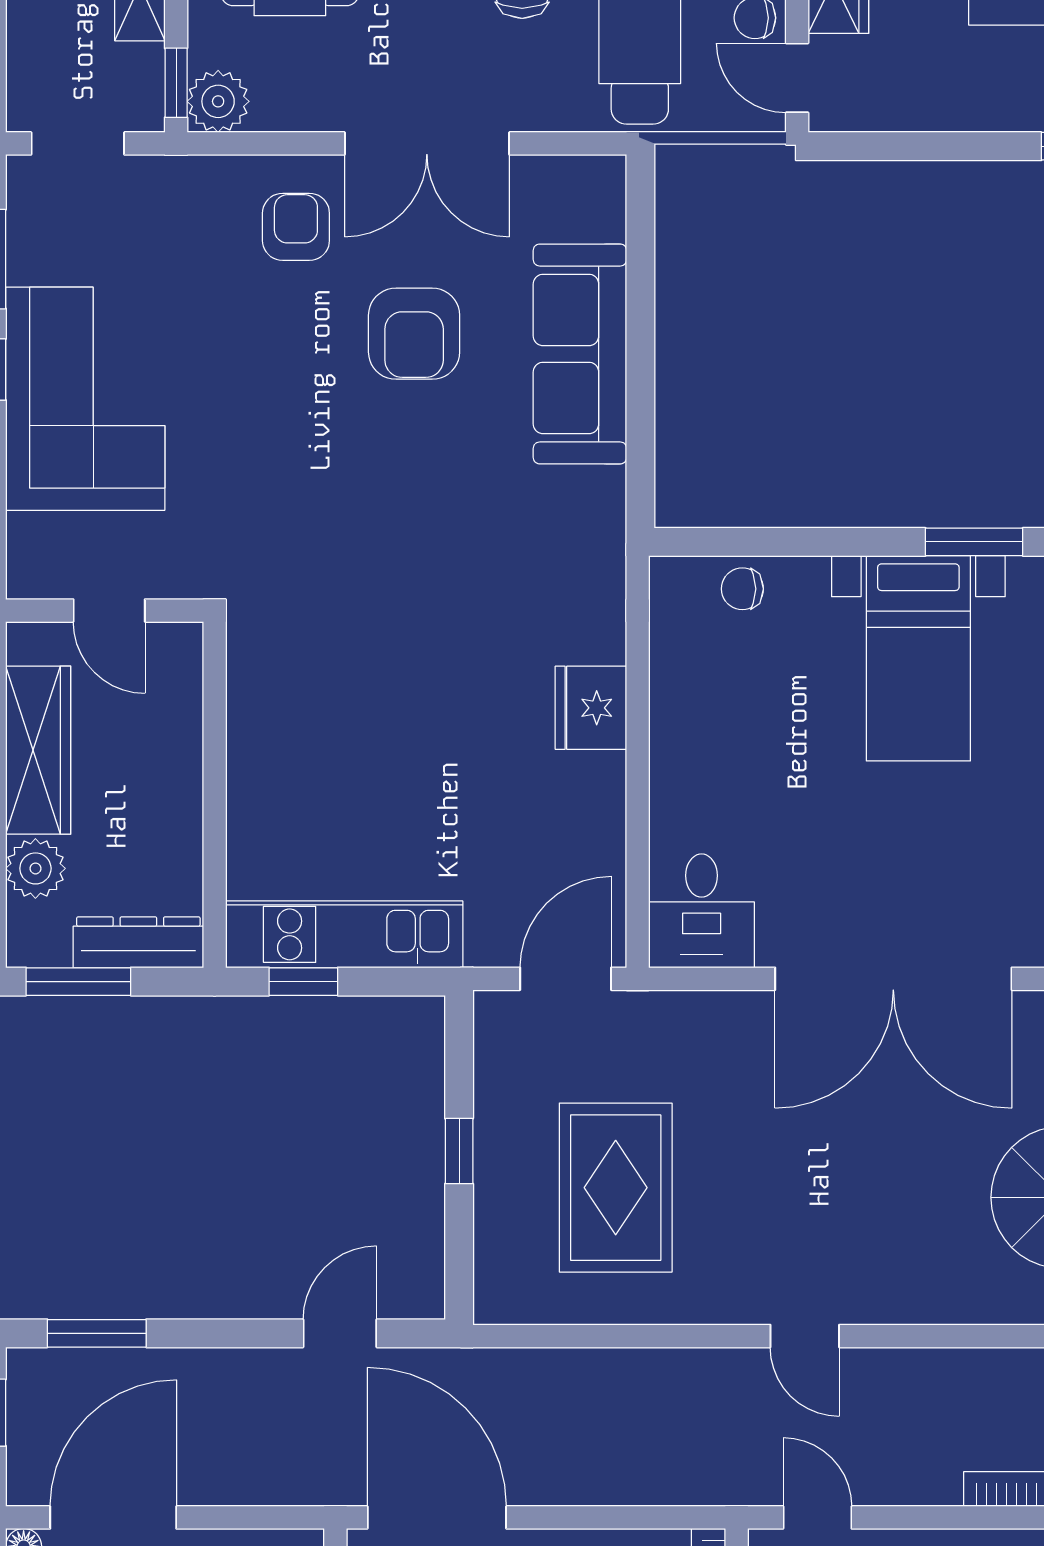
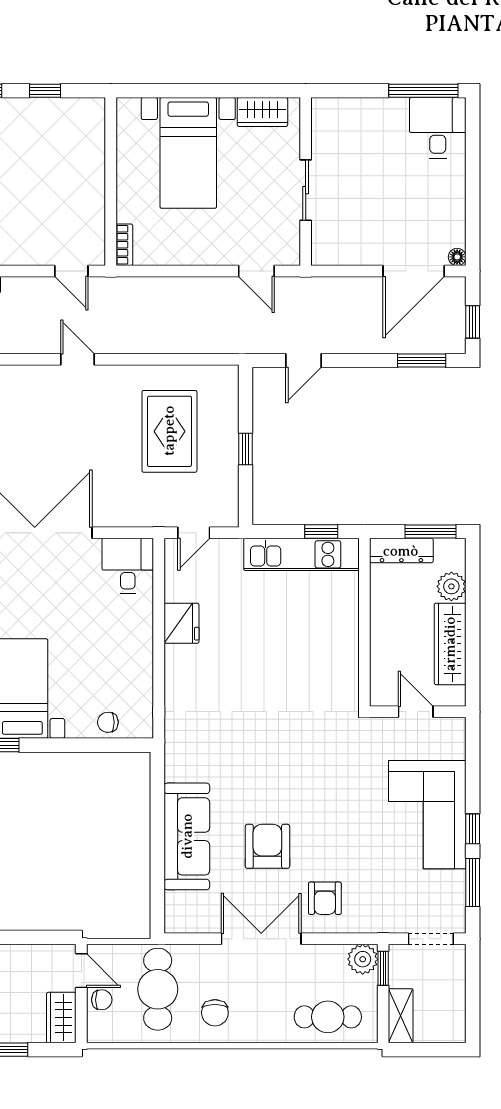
chair: (742, 589) -> (108, 722), turned 180
fridge: (591, 708) -> (181, 623), moved
door: (566, 979) -> (194, 533), width x0.73
door: (437, 1517) -> (256, 271), width x0.53

